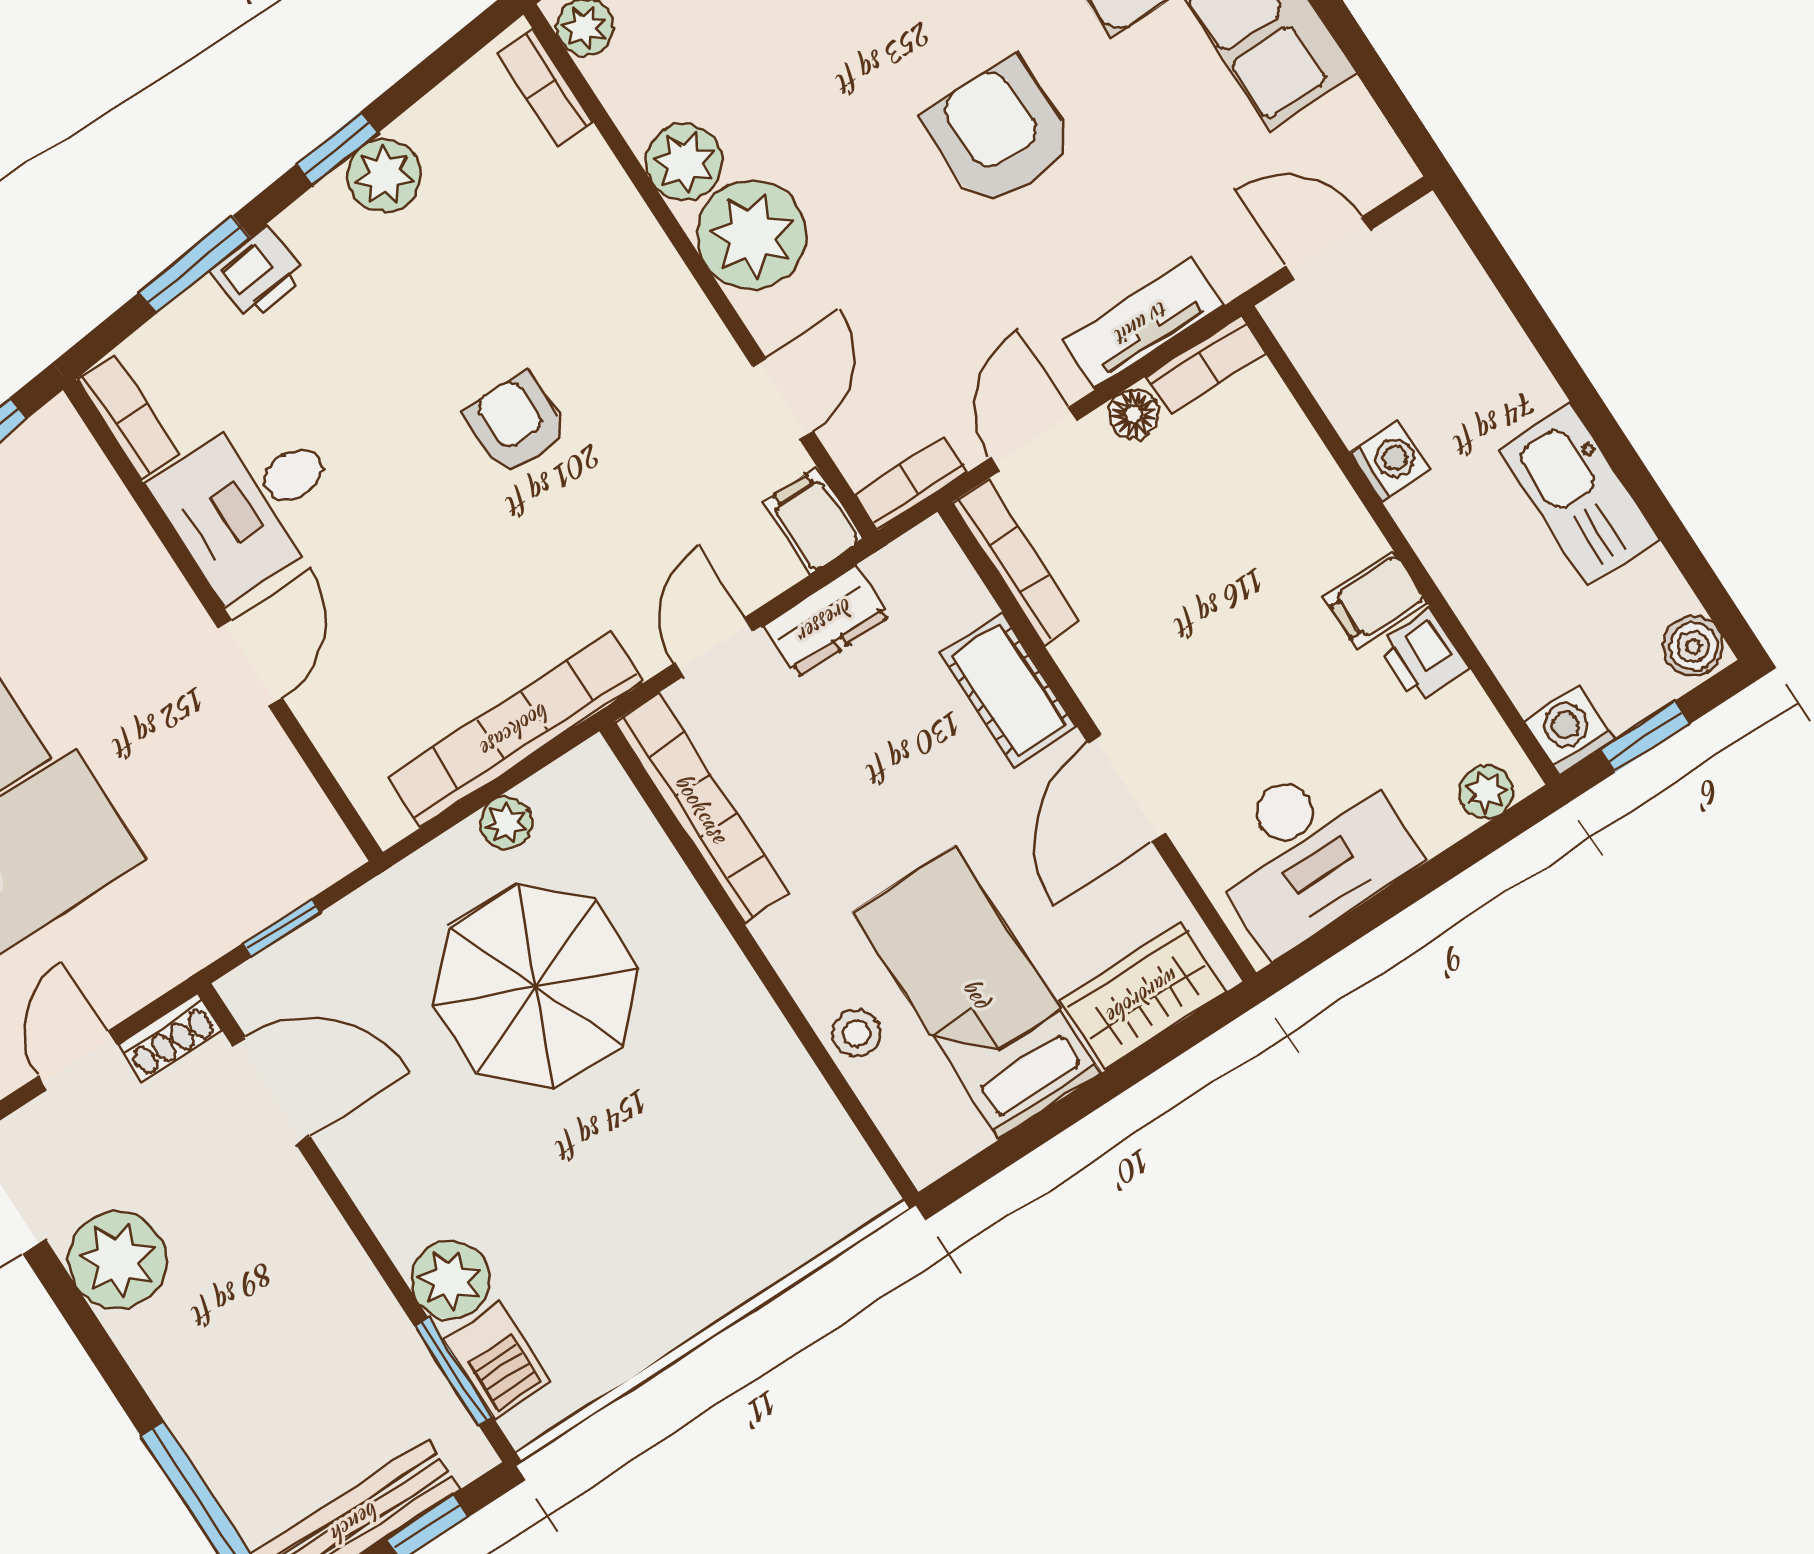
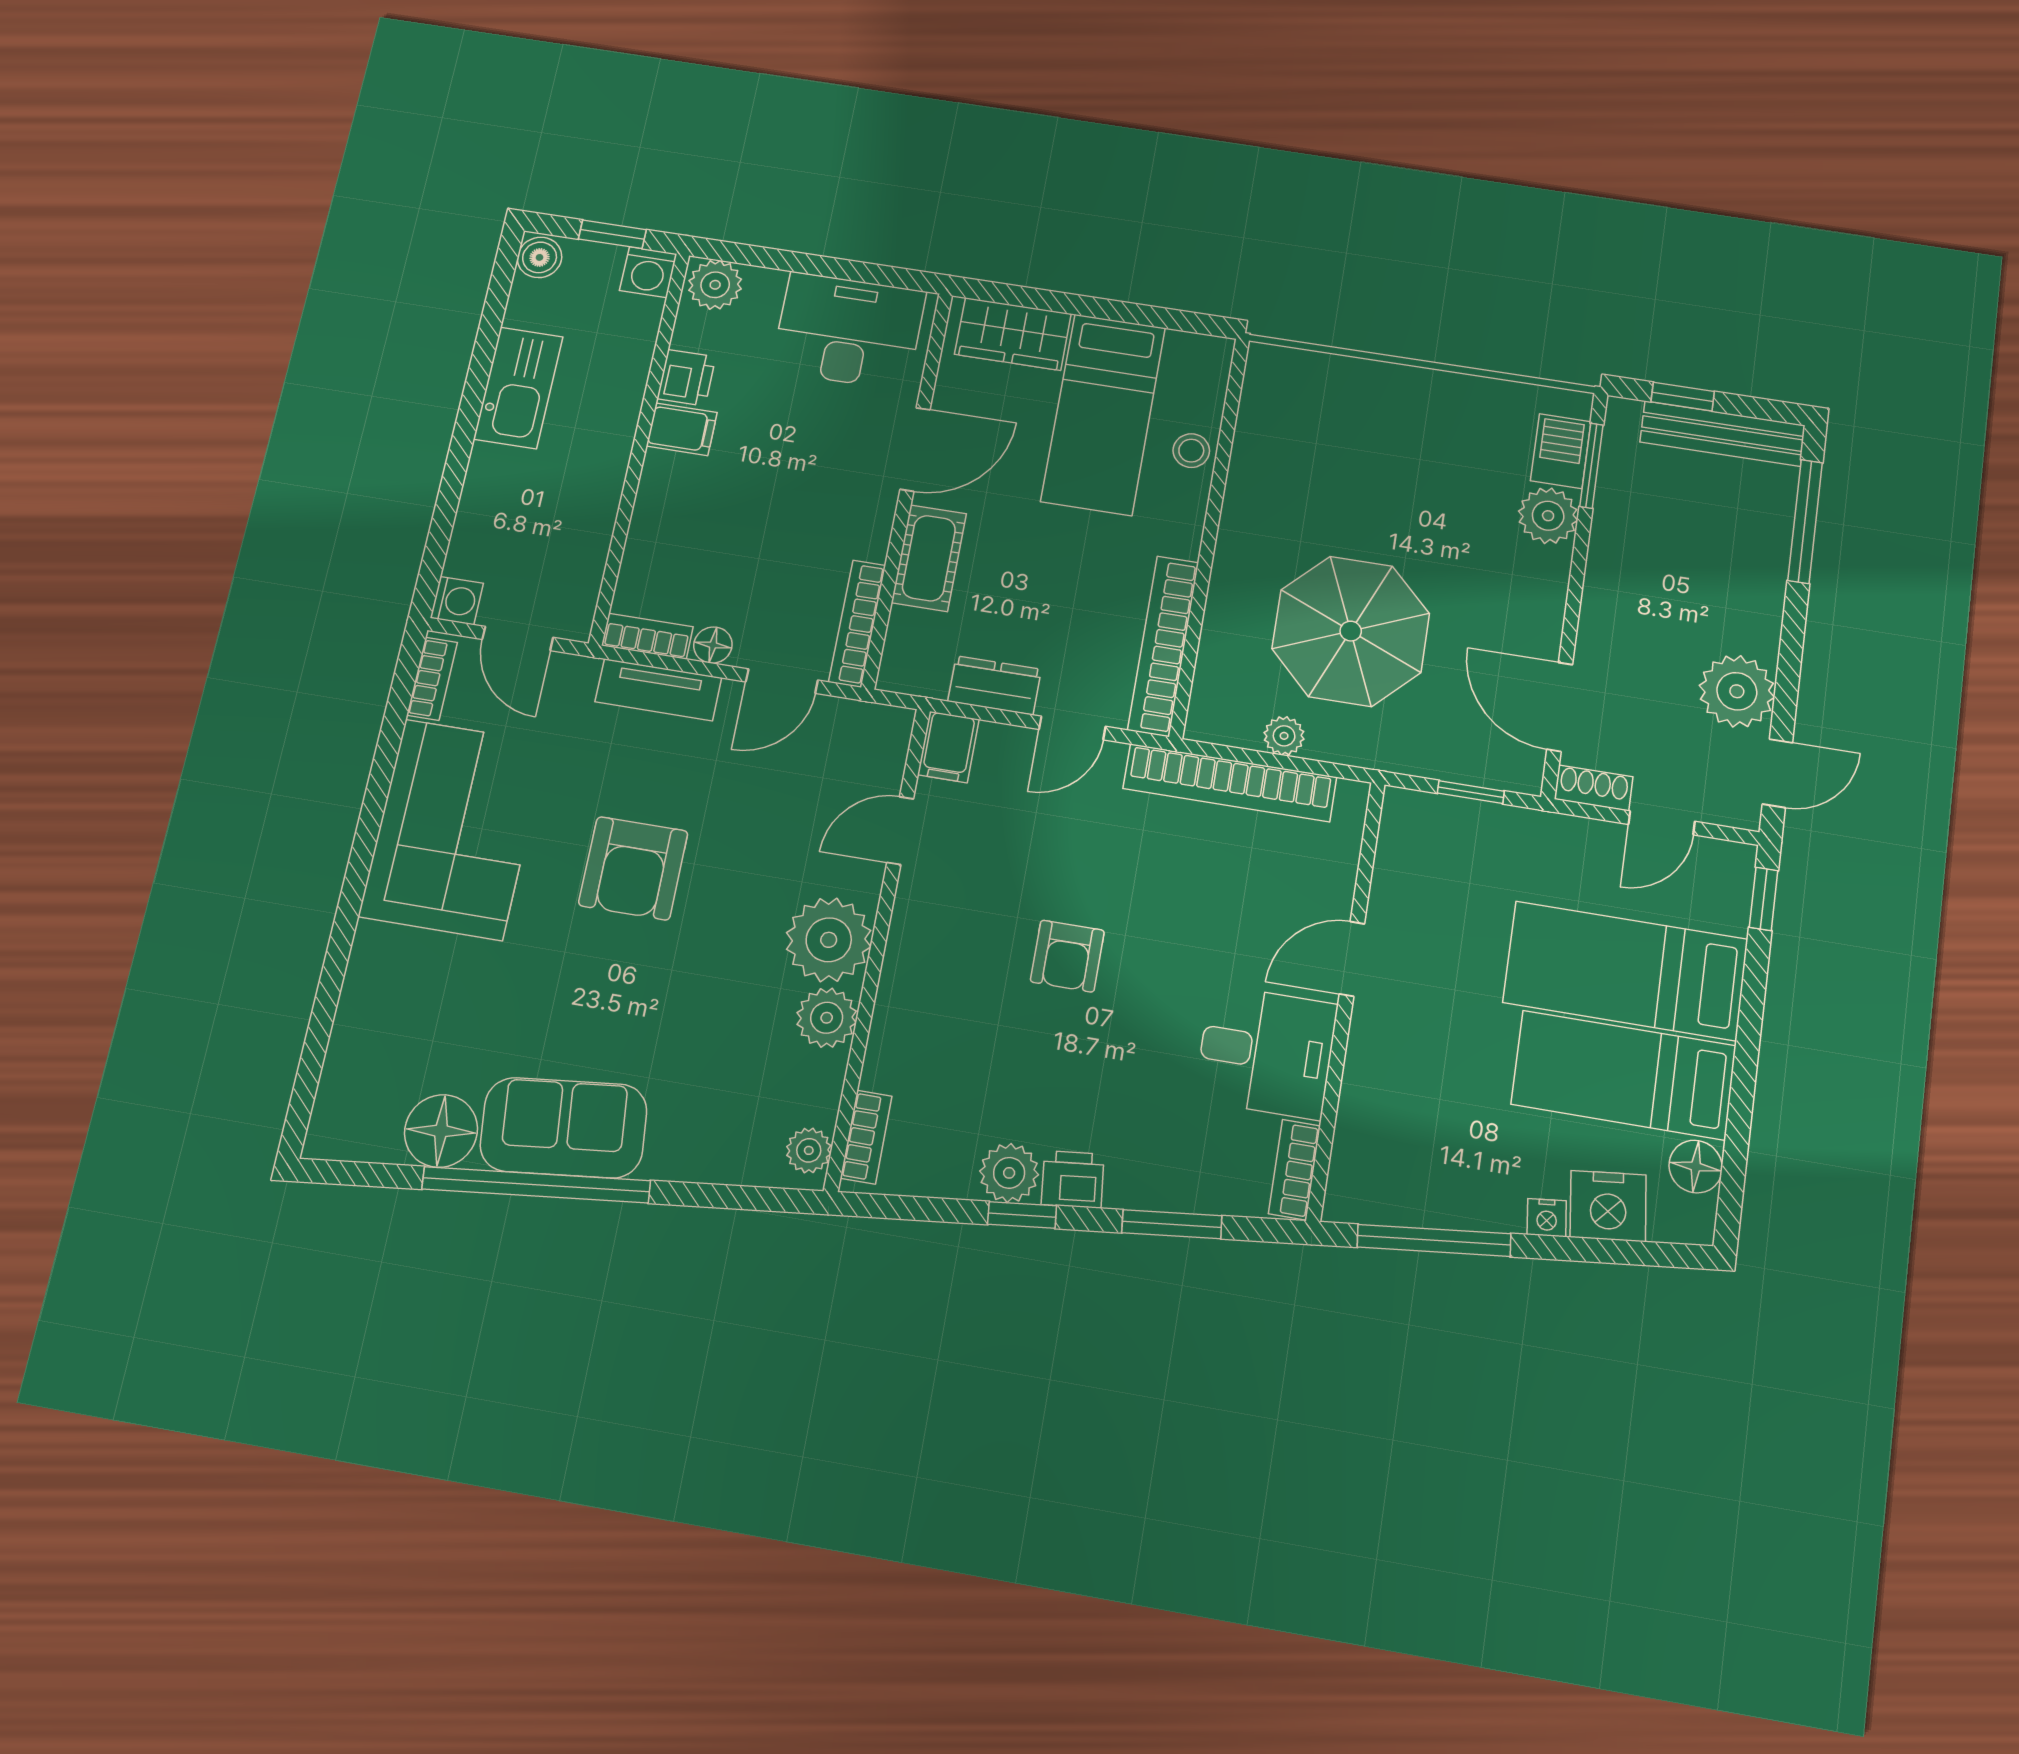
printer: (259, 273) -> (1073, 1179), moved
washing machine: (1390, 461) -> (457, 601), moved, turned 180
bookcase: (912, 483) -> (432, 679), moved, turned -90
plant: (1486, 792) -> (715, 285), width x1.38, depth x1.38

